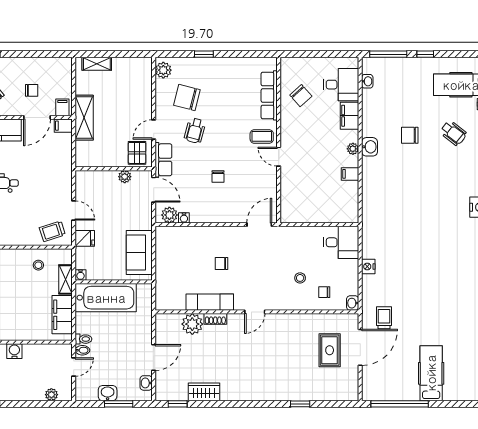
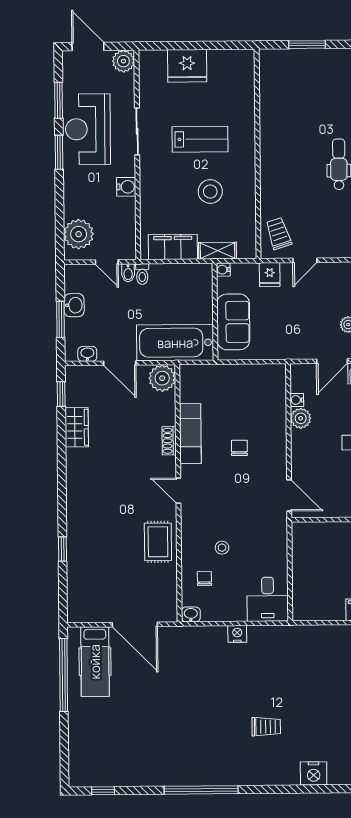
plant: (169, 215) -> (301, 418), moved
sofa: (139, 253) -> (233, 322), moved, turned 90
stool: (38, 265) -> (210, 191), moved, width x1.89, depth x1.89
bathtub: (106, 298) -> (175, 343), moved, turned 90
trolley: (384, 318) -> (266, 727), moved
plant: (192, 324) -> (162, 378), moved
rug: (330, 350) -> (158, 542), moved, turned 90
hospital bed: (431, 373) -> (95, 662), moved, turned 90
plant: (51, 395) -> (79, 234), width x1.87, depth x1.87

